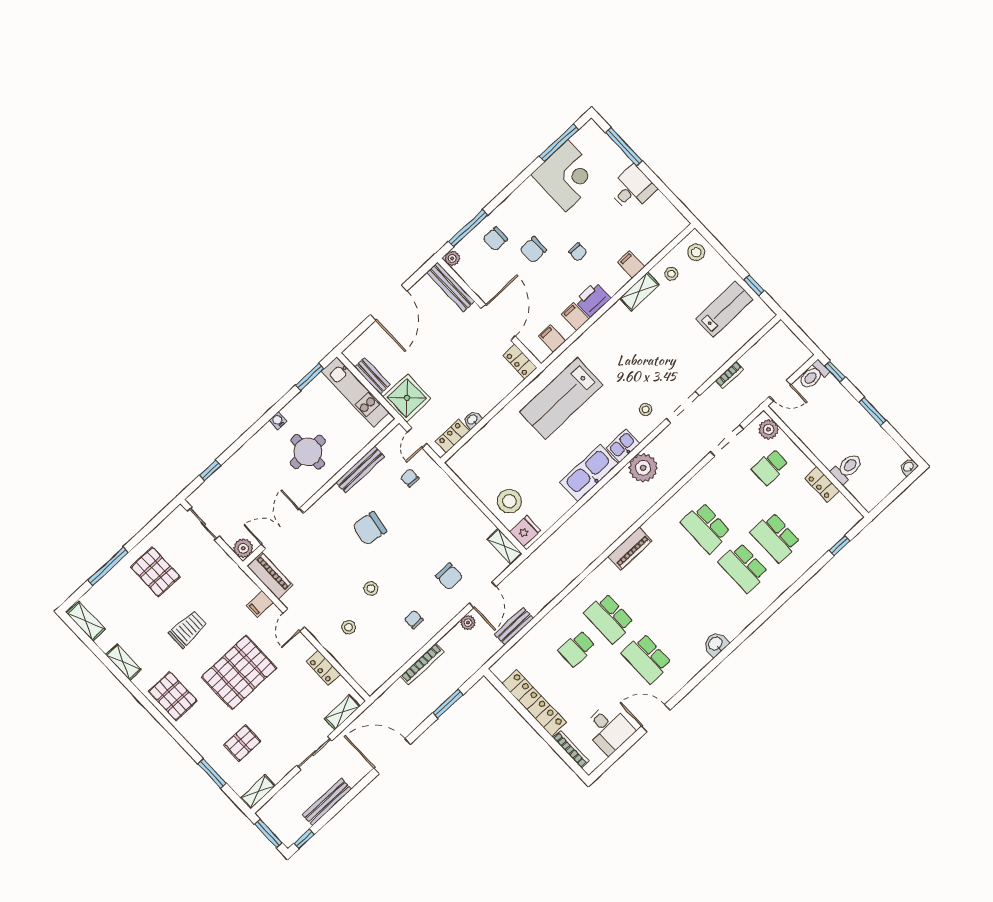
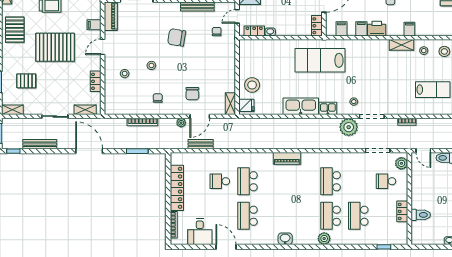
plant: (643, 468) -> (349, 127), moved
plant: (761, 601) -> (324, 239), added

